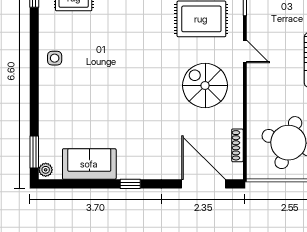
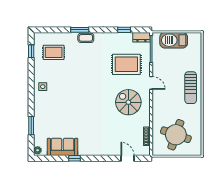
window: (34, 152) -> (31, 126), moved
window: (130, 184) -> (75, 158), moved
door: (204, 184) -> (128, 158), width x0.53

